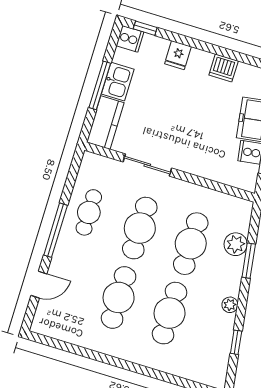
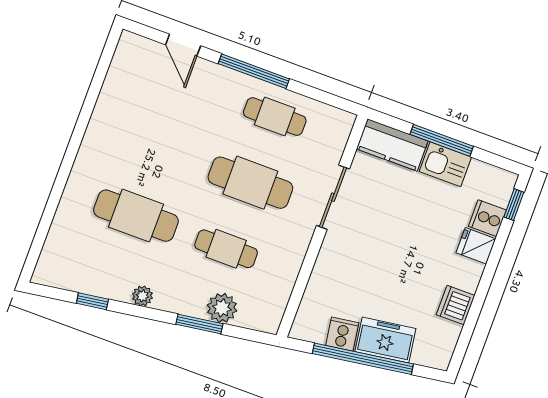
cooker: (130, 39) -> (487, 218), moved, turned 90
cafe table: (191, 244) -> (226, 249), width x0.73, depth x0.74
cafe table: (119, 297) -> (160, 149), removed

